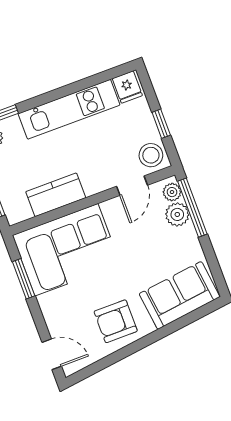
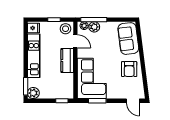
kitchen counter: (56, 195) -> (67, 61), moved
door: (52, 354) -> (133, 101), swing flipped

